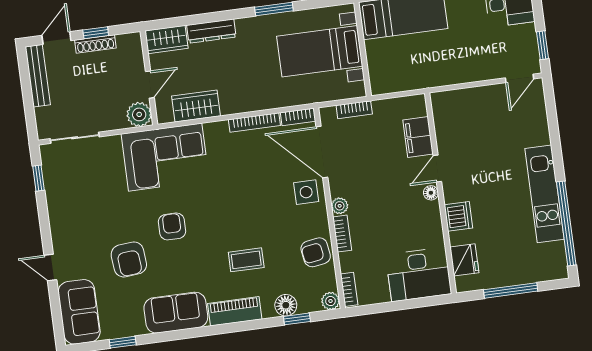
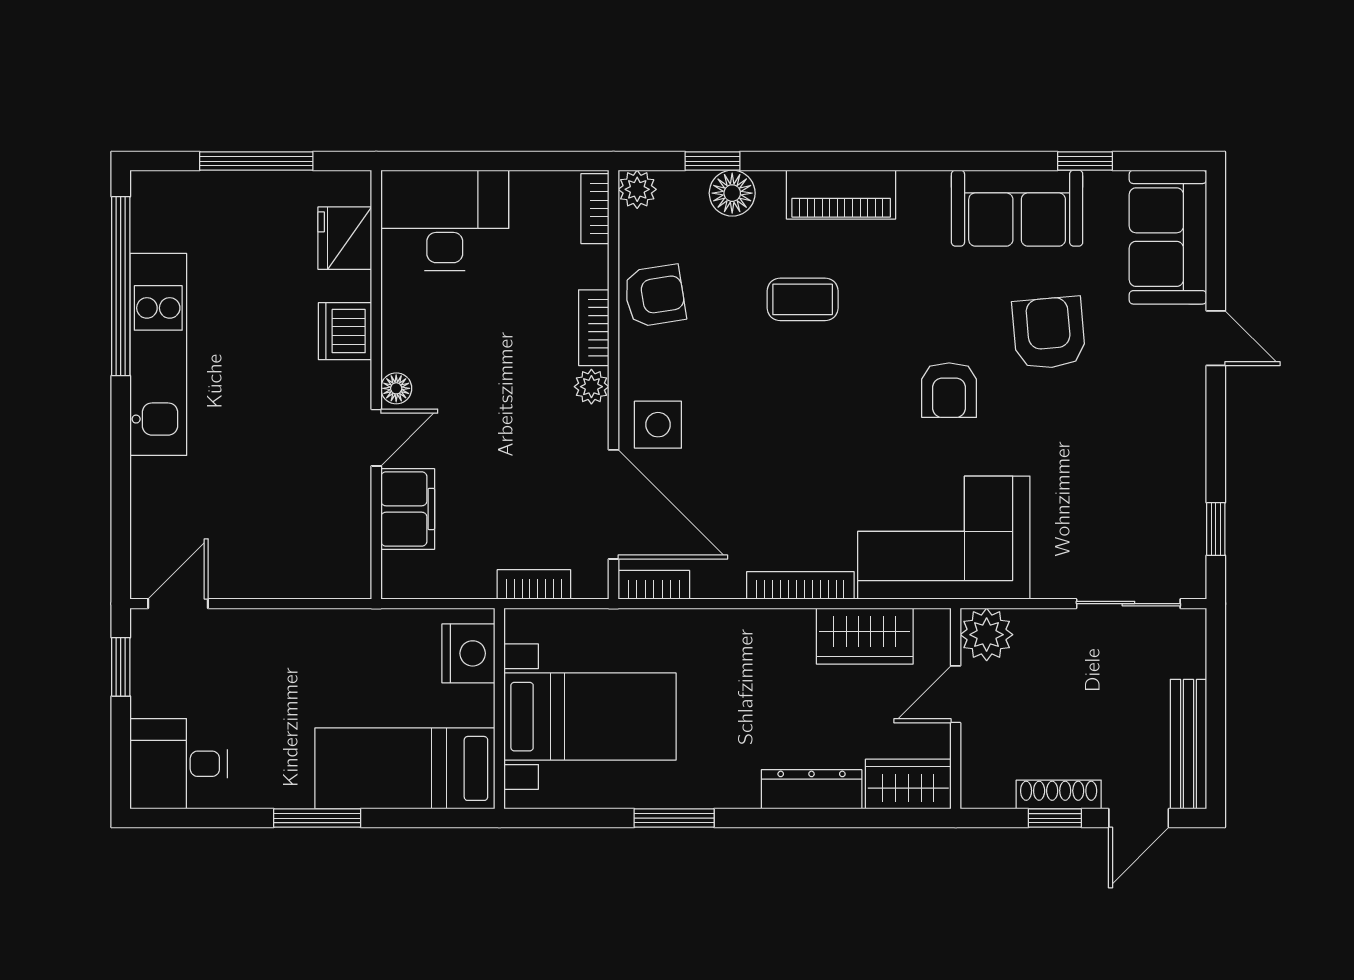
nightstand: (381, 73) -> (468, 653), added
bookcase: (254, 122) -> (800, 585), moved
sofa: (176, 313) -> (1017, 208), moved

